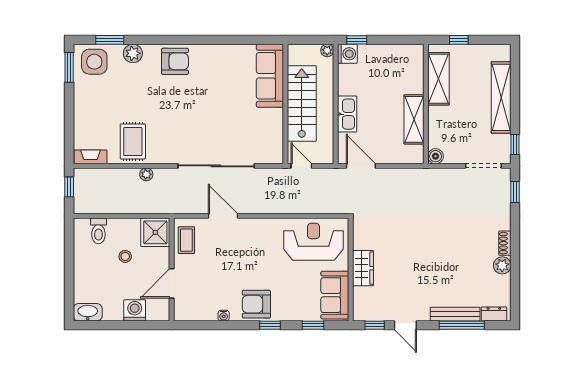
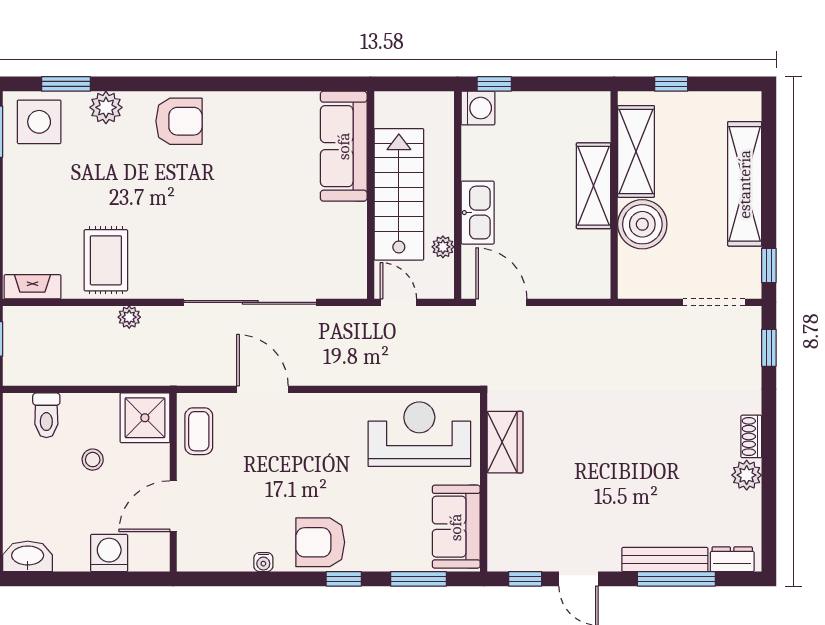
plant: (327, 50) -> (443, 247), moved
shelving: (414, 119) -> (594, 186), moved
boiler: (436, 156) -> (642, 224), moved, width x1.86, depth x1.86
wardrobe: (363, 268) -> (505, 442), moved
window: (313, 325) -> (418, 579), width x1.50

